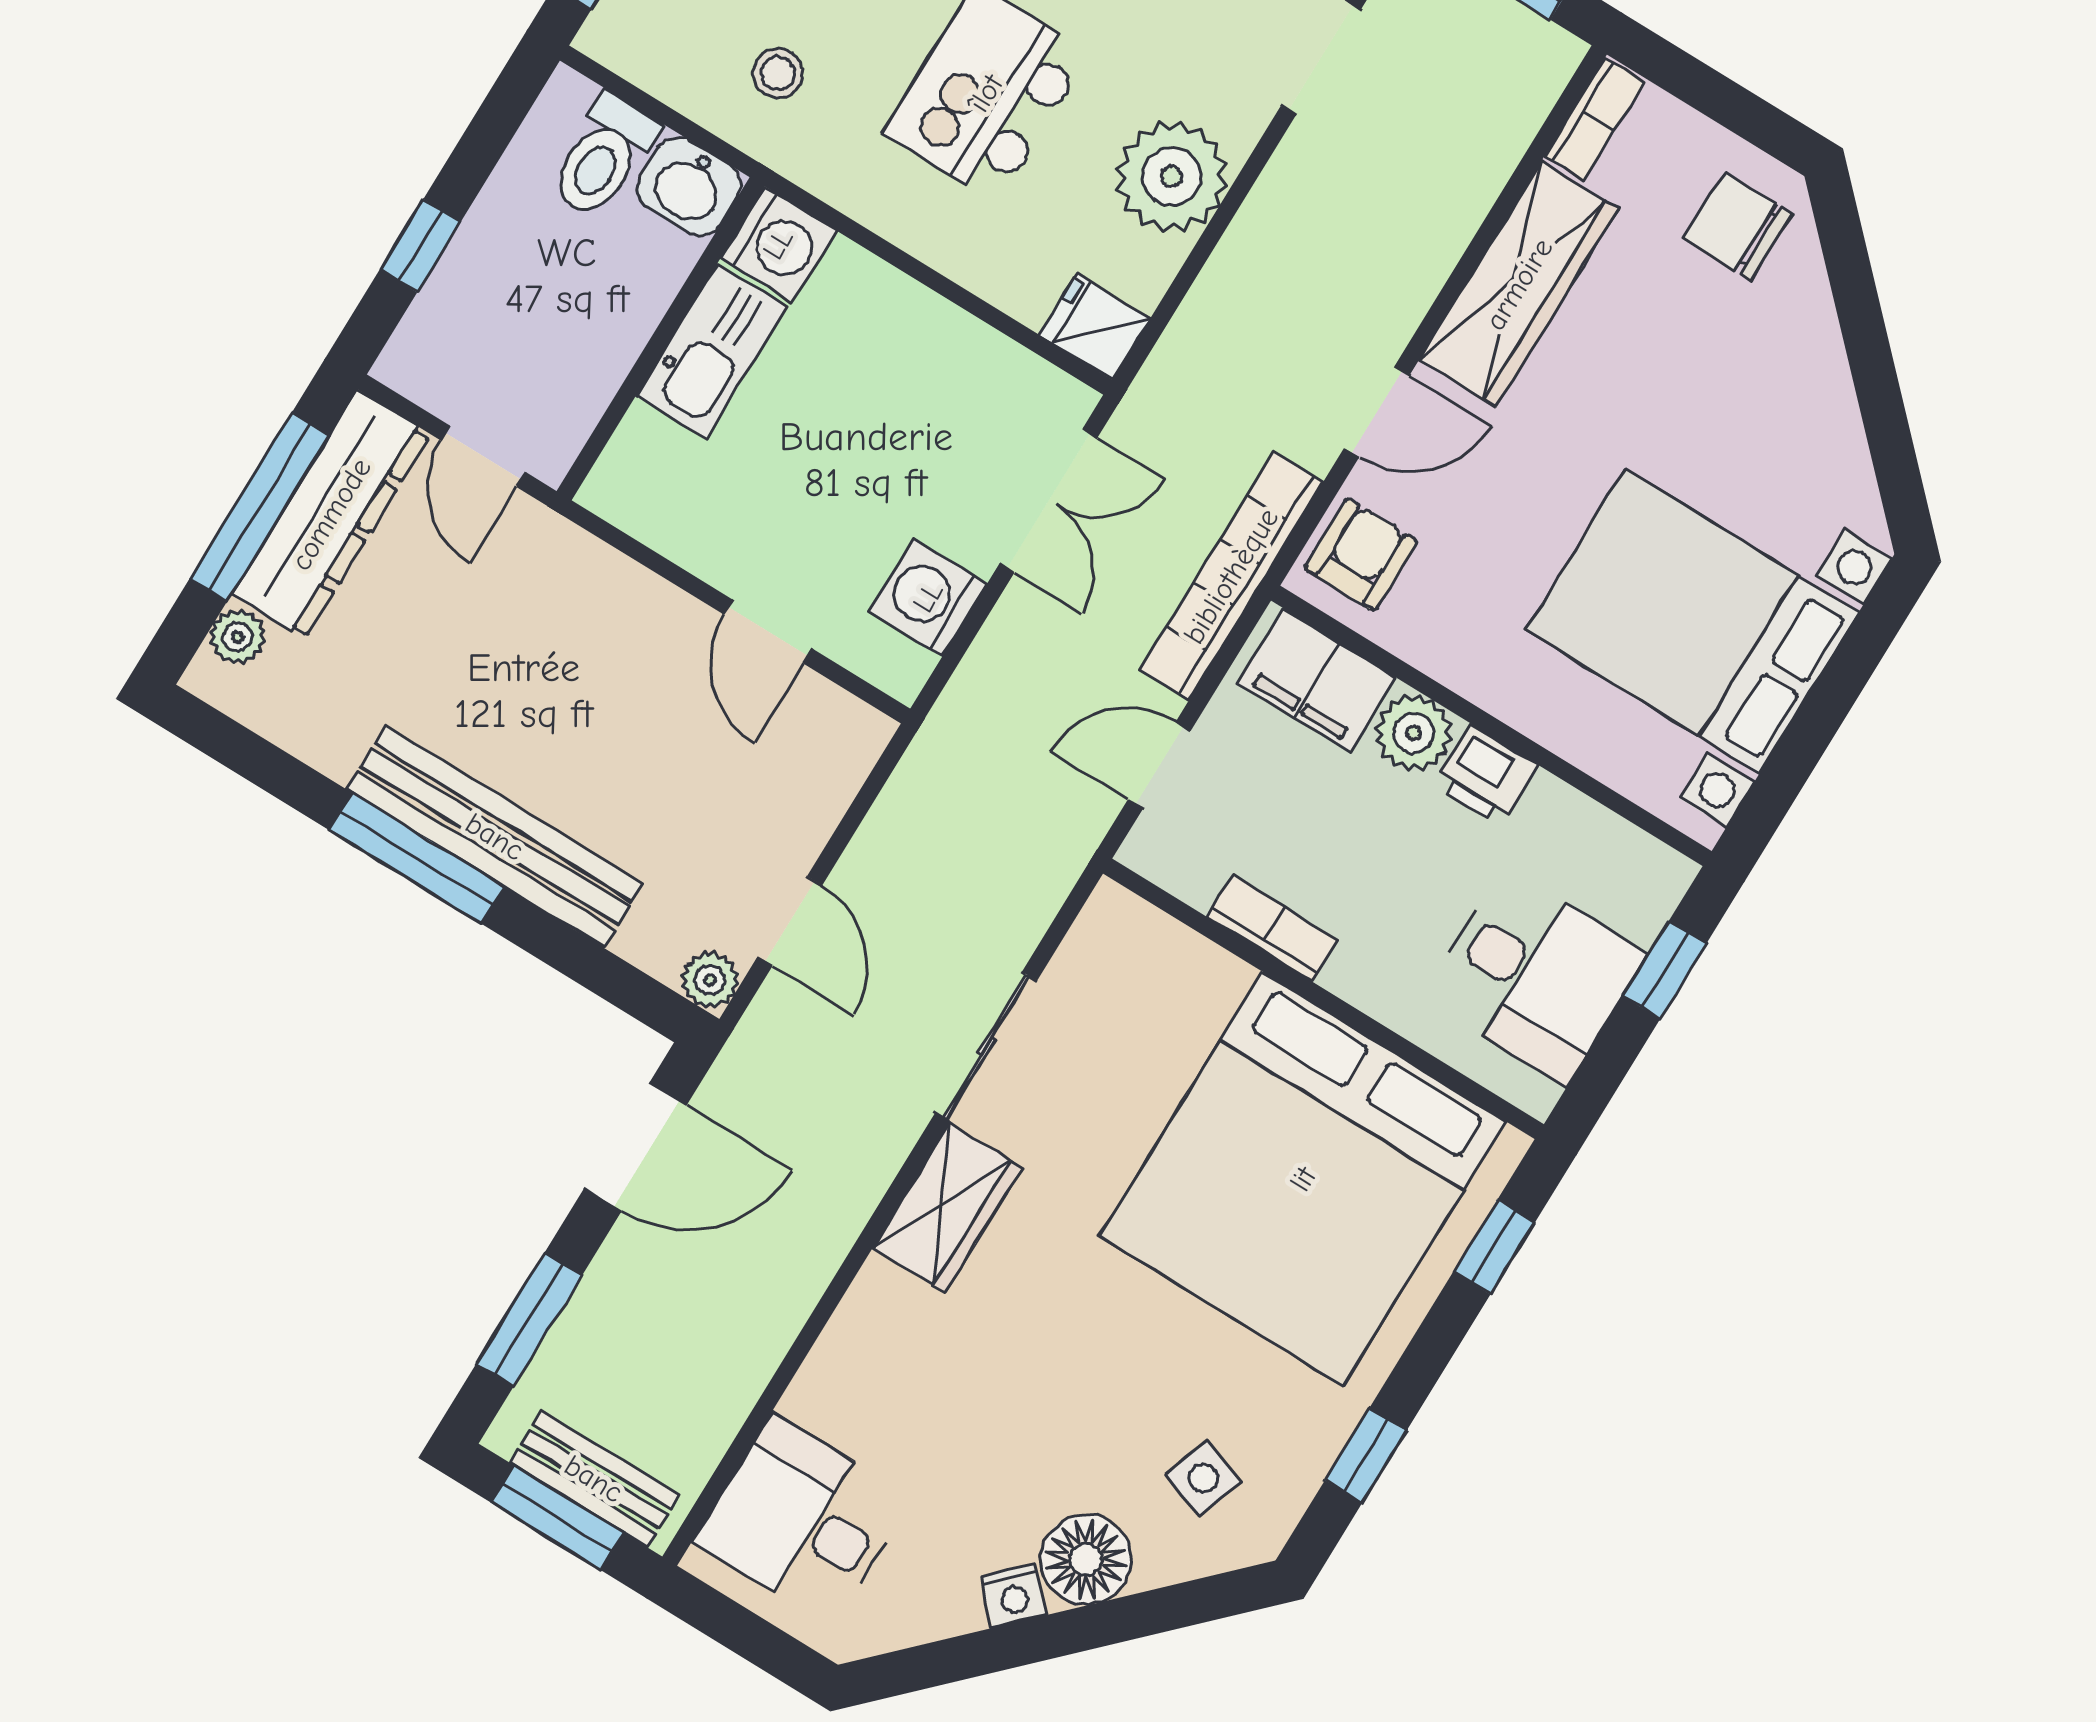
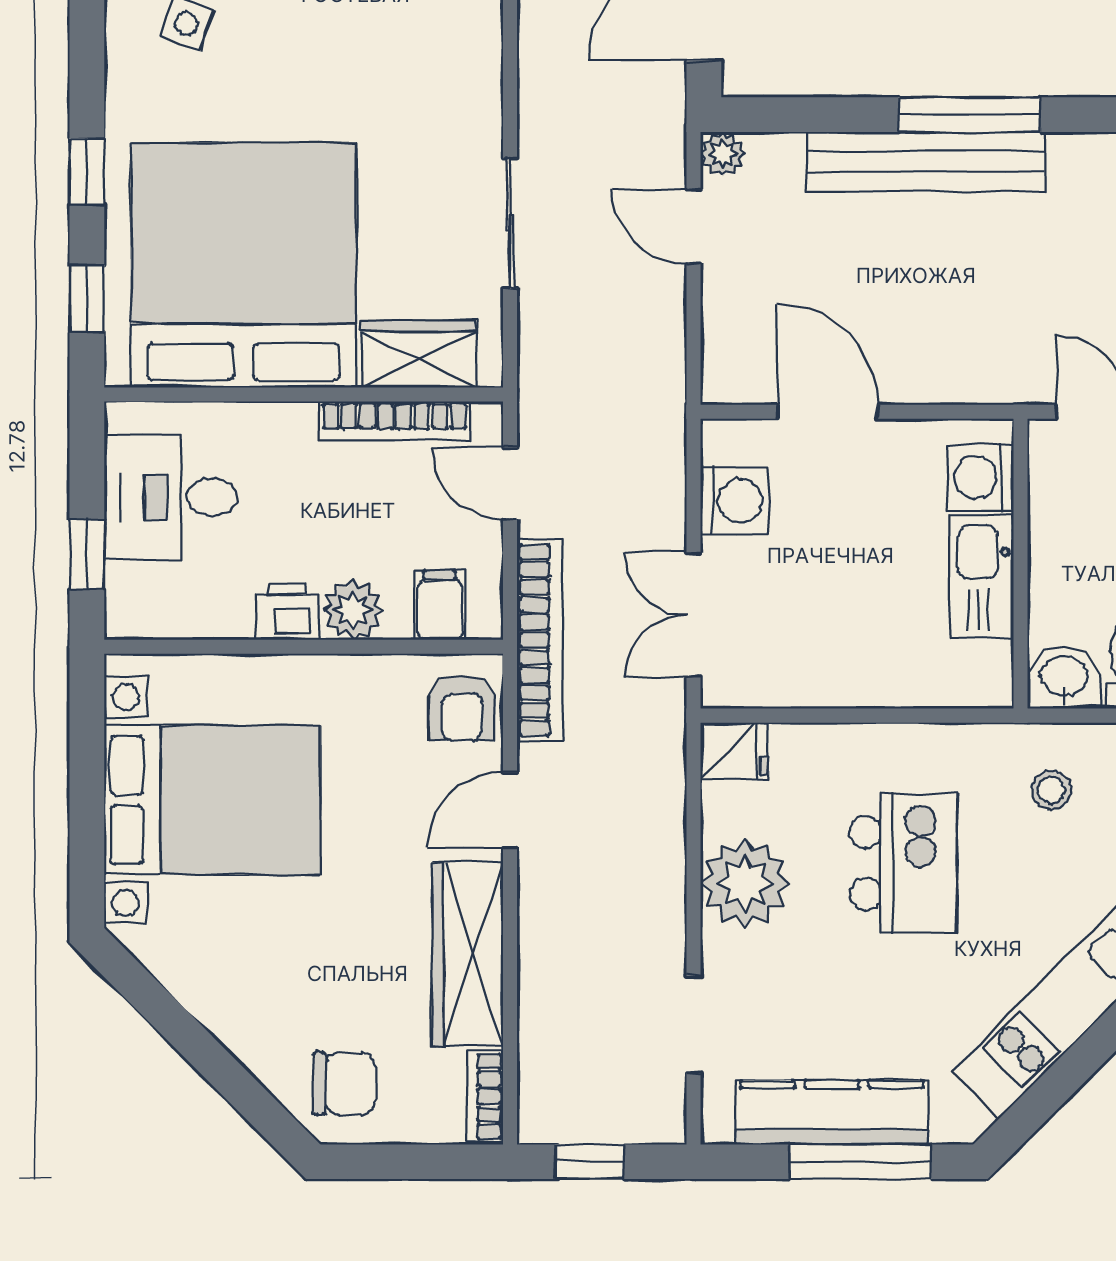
washing machine: (778, 244) -> (980, 477), moved
door: (768, 631) -> (828, 412), width x1.38
filing cabinet: (1317, 680) -> (440, 605), width x0.50
door: (1159, 765) -> (510, 483), swing flipped
bookcase: (1272, 928) -> (394, 421), width x1.56
wardrobe: (947, 1208) -> (418, 354), moved, turned 90
window: (1366, 1455) -> (87, 172), moved

